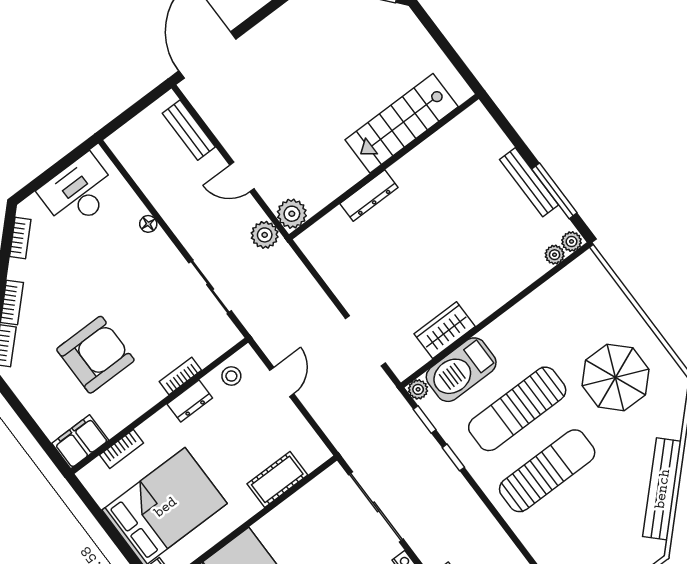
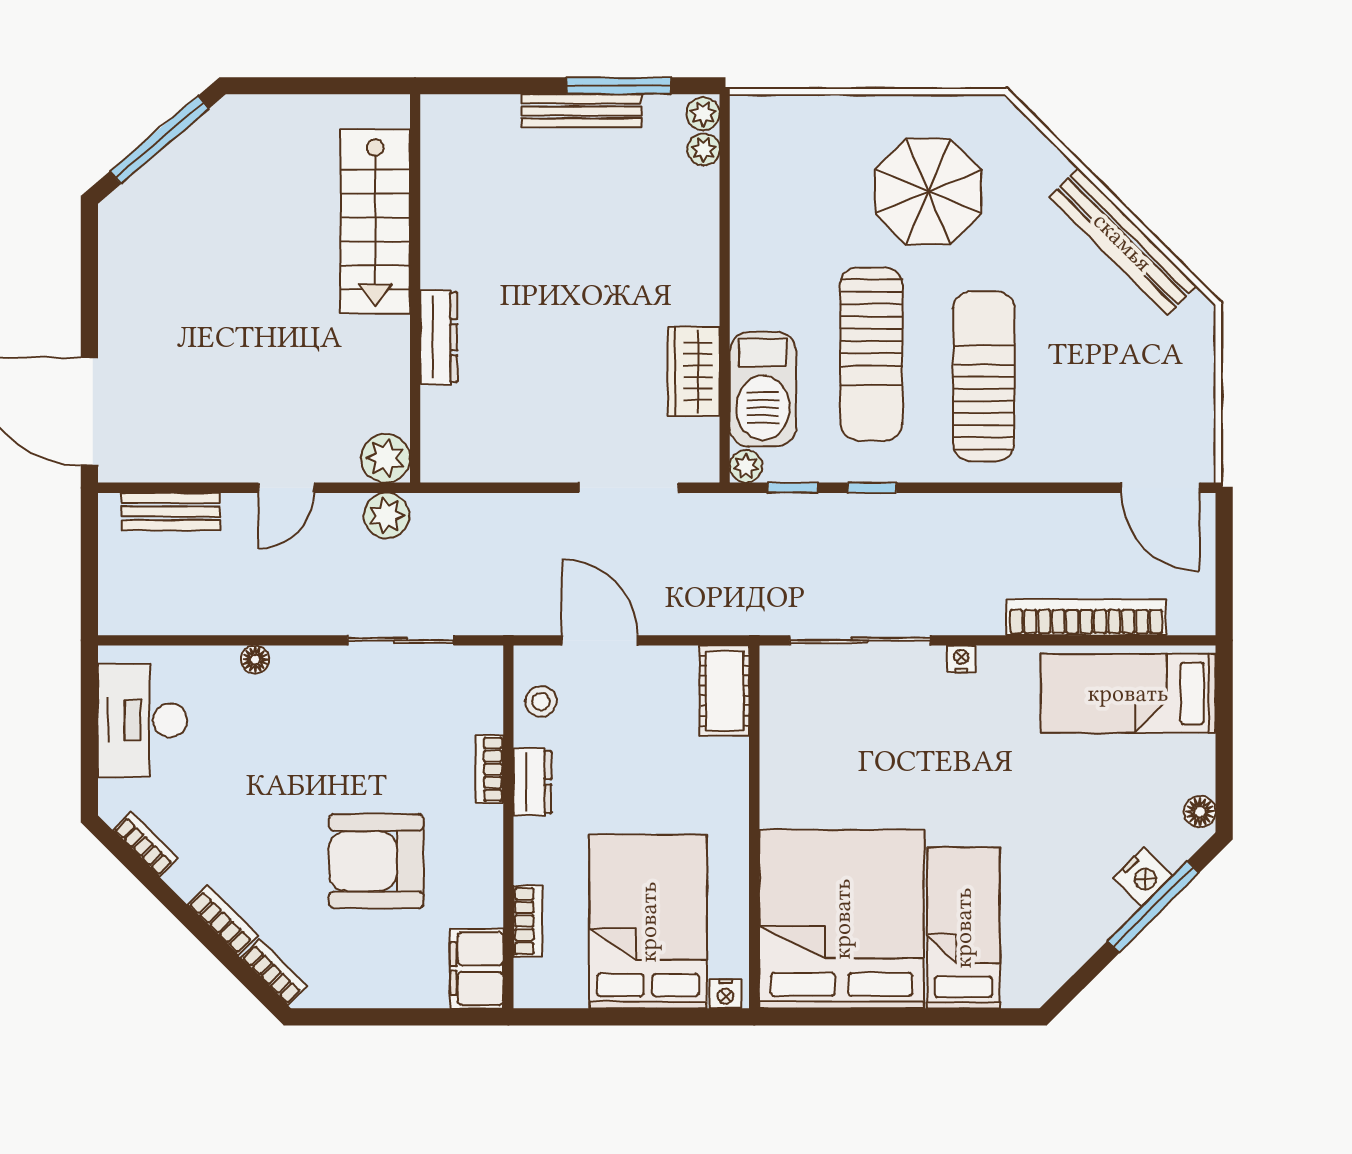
armchair: (95, 355) -> (376, 861), turned -90
door: (282, 382) -> (600, 640), width x1.38
cot: (277, 479) -> (725, 691), moved

